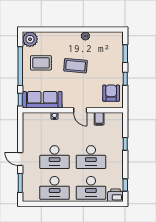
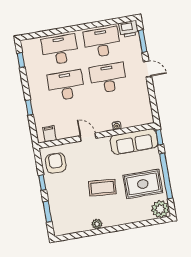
rug: (41, 63) -> (143, 184), width x1.36, depth x1.43
armchair: (111, 93) -> (56, 163), turned 180
filing cabinet: (99, 119) -> (49, 134), moved
printer: (115, 195) -> (129, 29), moved

